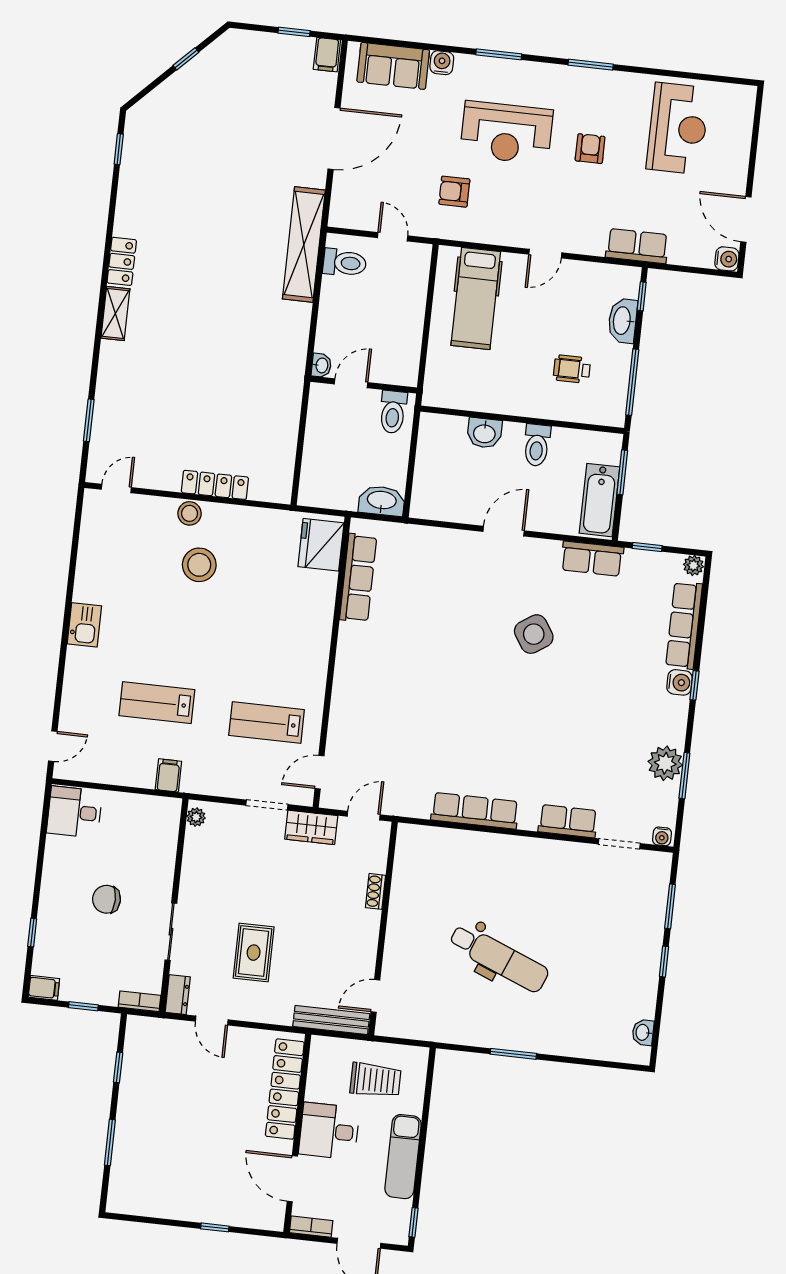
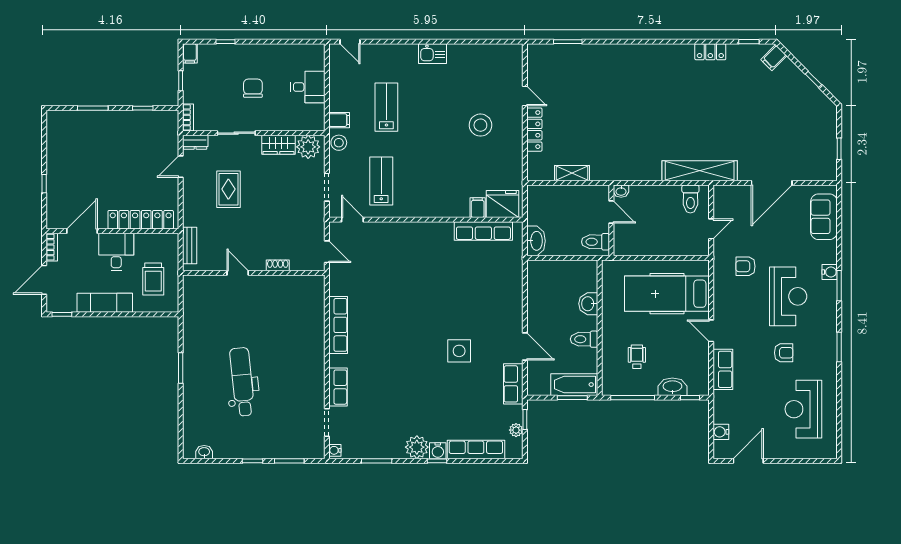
filing cabinet: (327, 55) -> (774, 58), moved, turned -45
water cooler: (442, 63) -> (830, 272), moved
reception desk: (678, 128) -> (803, 409), turned 90
reception desk: (506, 133) -> (788, 296), turned 180
door: (334, 138) -> (772, 183), hinge flipped
armchair: (454, 192) -> (745, 266), turned -90
row of seats: (637, 246) -> (723, 369), moved
water cooler: (727, 259) -> (721, 432), moved, turned 90
locker: (122, 261) -> (710, 52), moved
hospital bed: (476, 298) -> (667, 294), width x1.37, depth x1.29
shelving: (115, 313) -> (572, 173), moved
door: (116, 488) -> (525, 96), moved
bathtub: (599, 500) -> (574, 385), moved
stool: (190, 513) -> (339, 143), moved
door: (504, 531) -> (525, 347), moved
plant: (693, 565) -> (516, 430), moved
filing cabinet: (322, 583) -> (478, 208), added
side table: (534, 634) -> (459, 351), turned 33
plant: (665, 763) -> (417, 447), moved
desk: (74, 812) -> (308, 87), moved, turned 90
plant: (196, 817) -> (308, 147), width x1.88, depth x1.88
wardrobe: (311, 827) -> (278, 145), moved, turned -90
rug: (254, 953) -> (228, 189), turned 90
dental chair: (499, 958) -> (242, 382), moved, turned 152
door: (375, 996) -> (238, 273), moved
bench: (331, 1020) -> (190, 245), width x0.73

